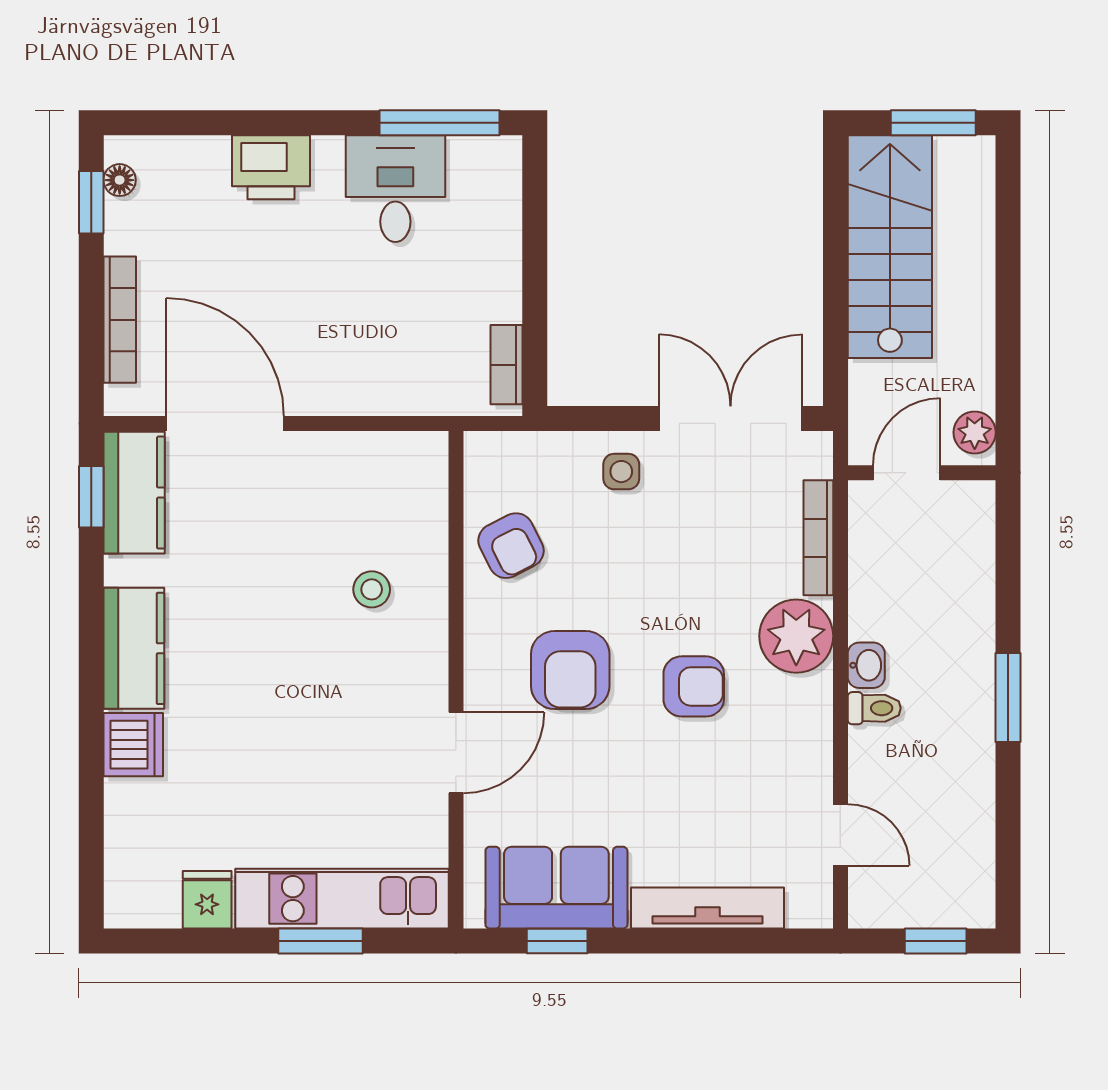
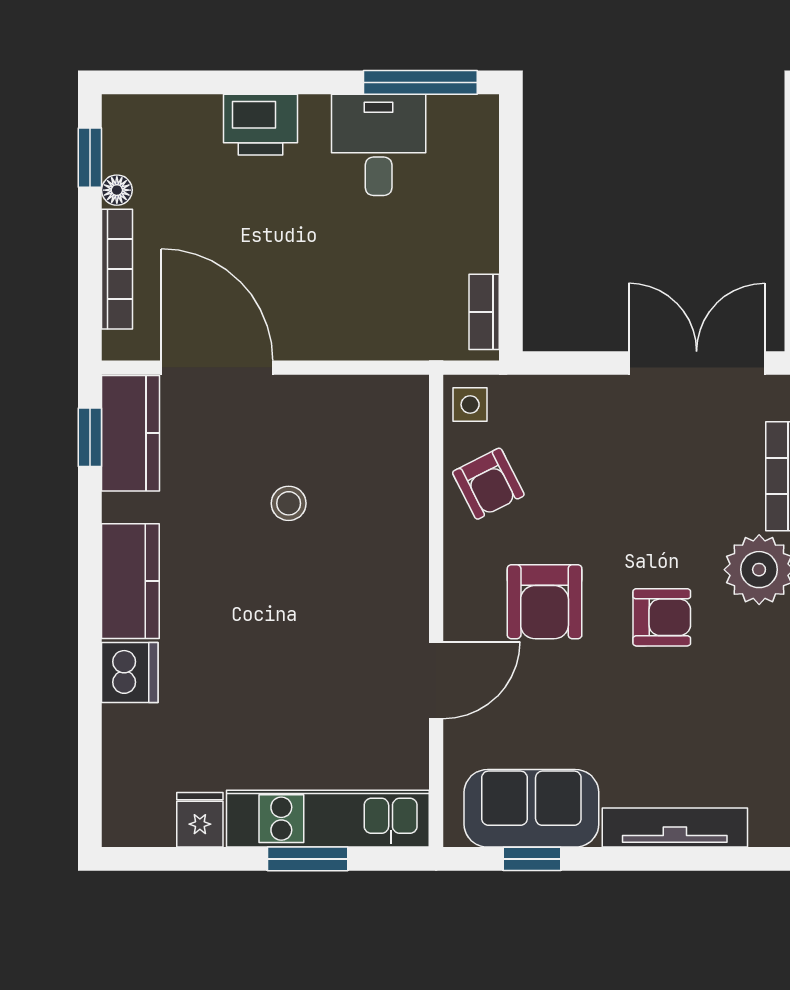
floor lamp: (120, 180) -> (117, 190), moved
side table: (621, 472) -> (470, 405), moved
stool: (372, 589) -> (289, 503), moved

